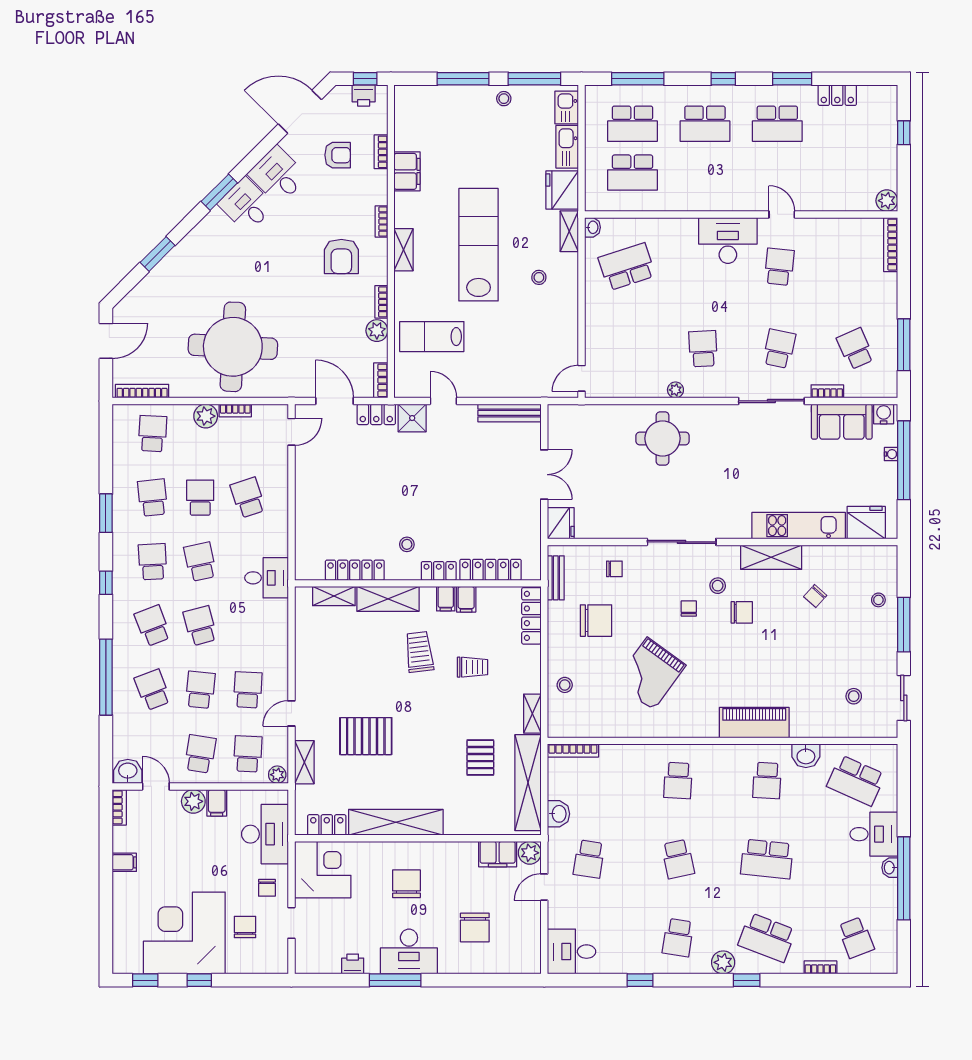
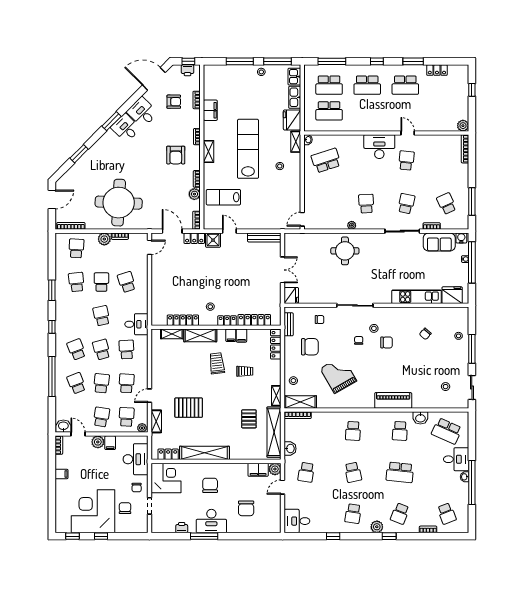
shelving: (771, 557) -> (300, 402), moved
school desk: (153, 562) -> (127, 349), moved
grand piano: (650, 674) -> (338, 375), turned 114
school desk: (767, 938) -> (400, 514), width x0.54

